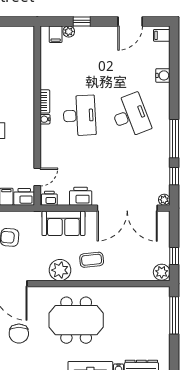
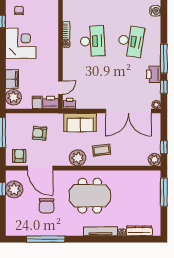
desk: (130, 116) -> (131, 41), turned 30
printer: (81, 196) -> (154, 74), moved, turned -90

